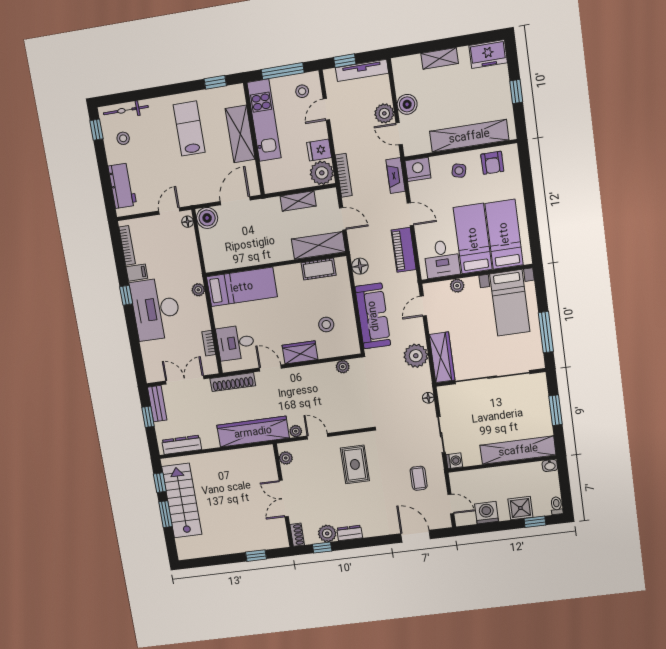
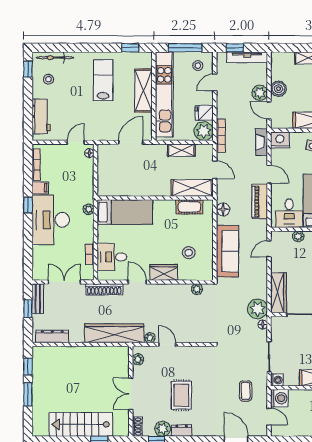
kitchen unit: (264, 120) -> (164, 94), width x1.36
boiler: (207, 218) -> (106, 153), removed
plant: (416, 356) -> (258, 309), moved
rug: (355, 464) -> (181, 395), moved
stairs: (182, 501) -> (81, 424), moved, turned -90
washing machine: (487, 513) -> (279, 398), moved, turned 90

